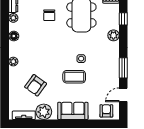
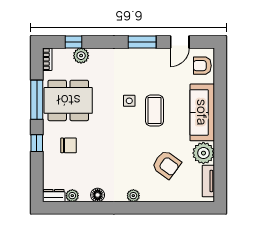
plant: (113, 35) -> (81, 56), moved
door: (123, 95) -> (180, 42), hinge flipped
sofa: (73, 111) -> (202, 112), width x1.36

